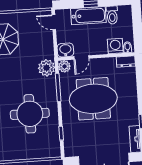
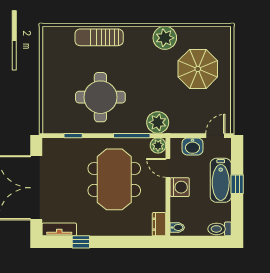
toilet: (112, 15) -> (220, 229), moved
washing machine: (115, 46) -> (180, 187), moved
washbasin: (65, 50) -> (192, 146), moved, turned 90

